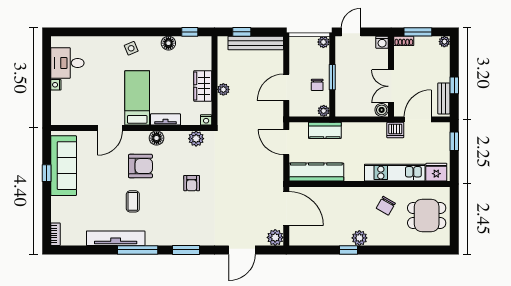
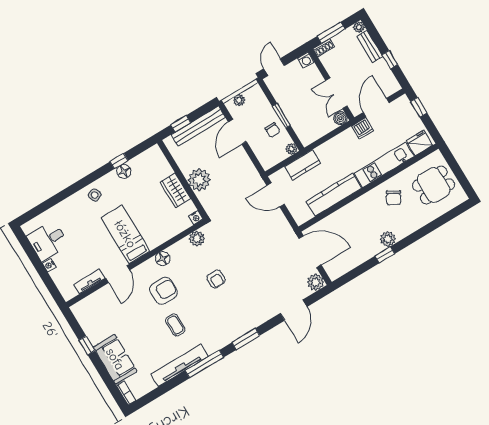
window: (190, 32) -> (119, 161), moved
plant: (323, 42) -> (239, 100), moved
door: (286, 87) -> (237, 132), moved
plant: (223, 89) -> (199, 180), width x1.88, depth x1.88
bench: (444, 98) -> (370, 46), moved
tv unit: (166, 119) -> (89, 281), moved
sofa: (64, 166) -> (115, 359), moved, width x0.73
kitchen counter: (316, 172) -> (334, 195), moved

